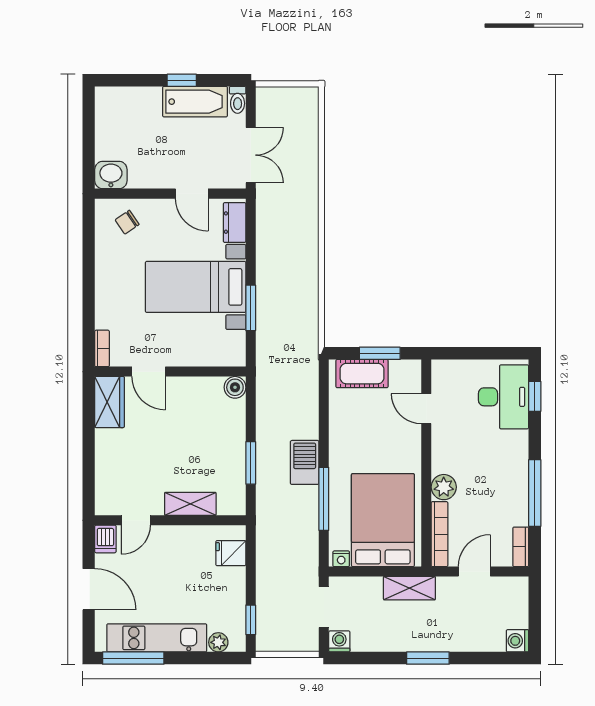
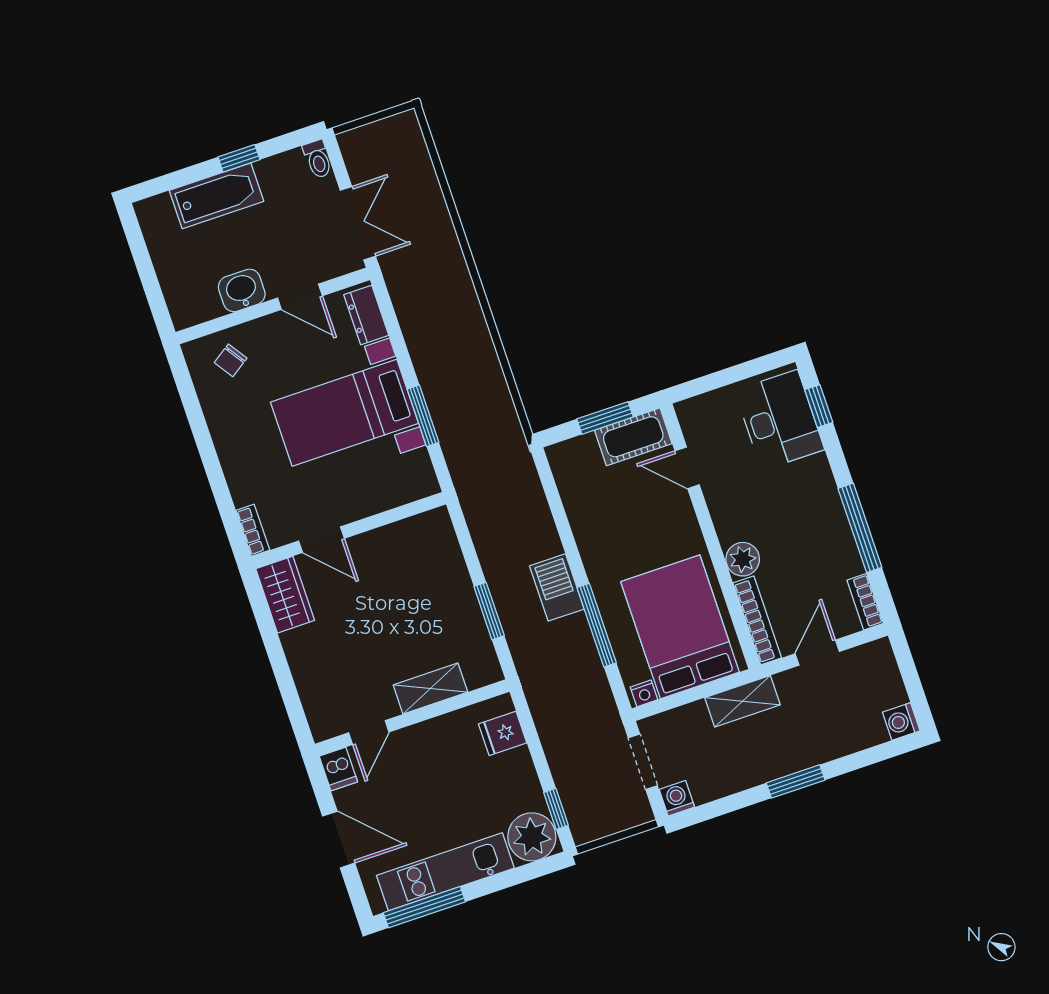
bathtub: (195, 102) -> (216, 196), moved
washbasin: (111, 175) -> (242, 290), moved
cot: (362, 374) -> (633, 437), moved
boiler: (235, 387) -> (437, 523), removed
plant: (218, 642) -> (532, 837), width x1.88, depth x1.88

